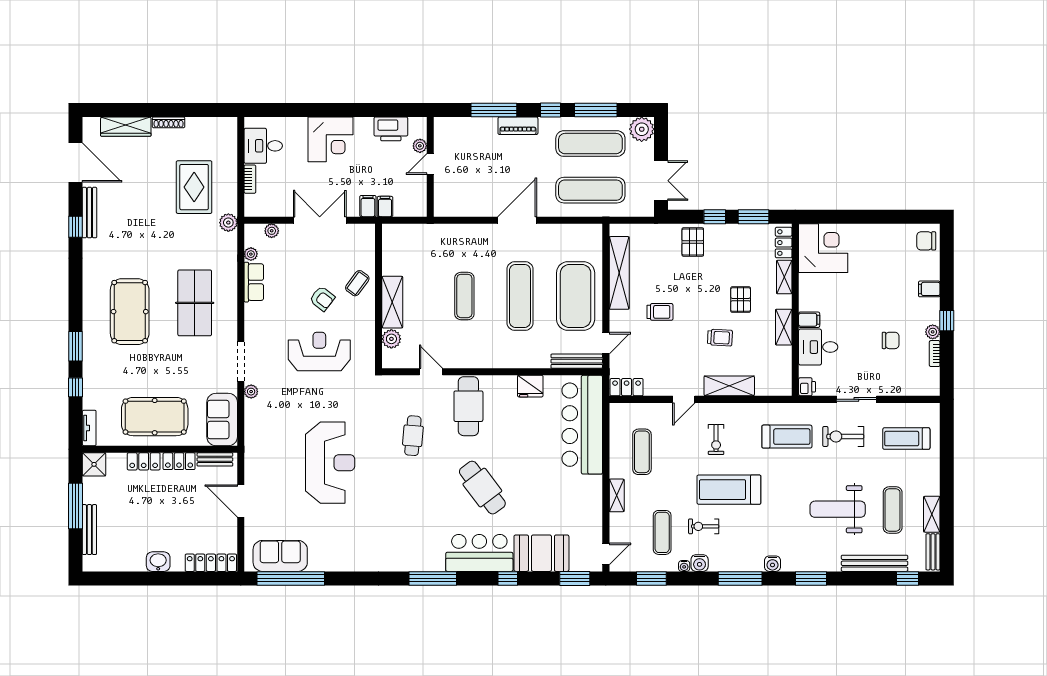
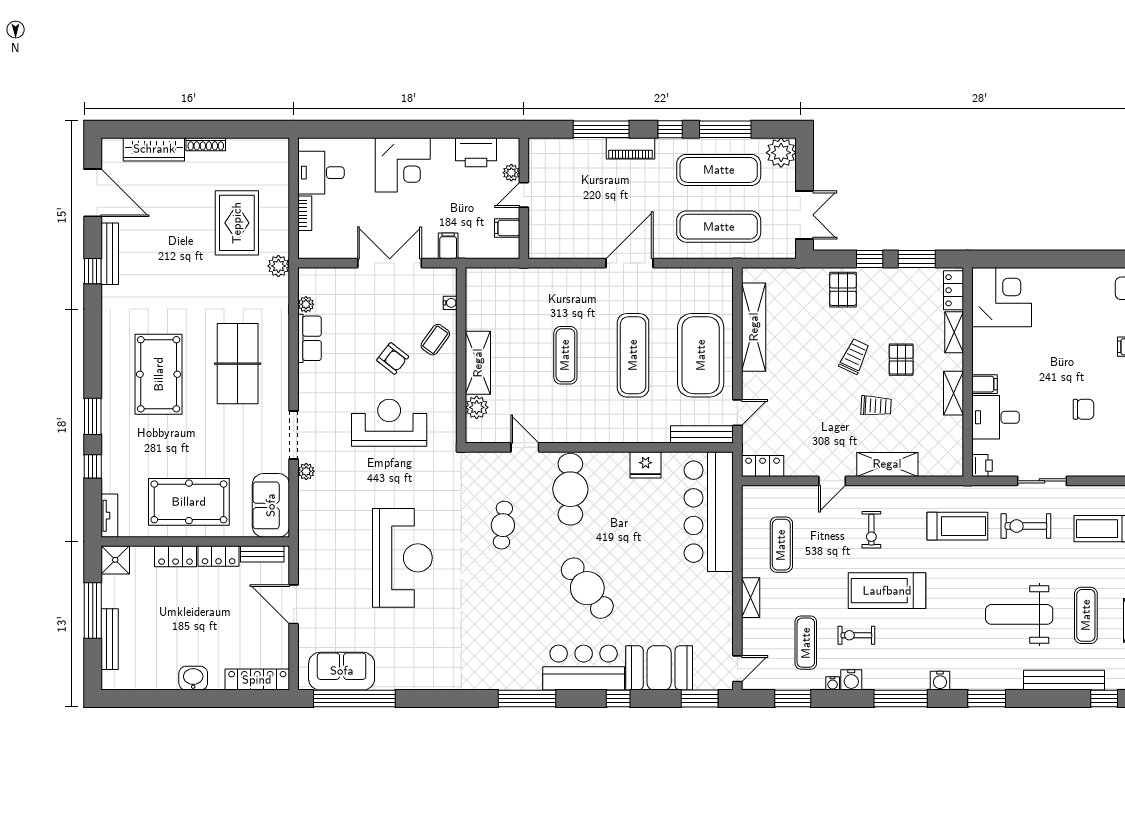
filing cabinet: (385, 207) -> (507, 228), moved, turned -90
plant: (272, 231) -> (331, 276), removed
water cooler: (370, 253) -> (450, 303), added
trolley: (660, 312) -> (854, 356), moved, turned -65

